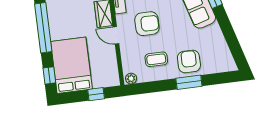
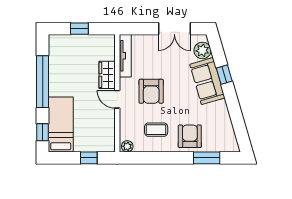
armchair: (147, 24) -> (151, 91), turned 90
bed: (71, 65) -> (61, 124), width x0.67
window: (189, 82) -> (207, 158), moved

